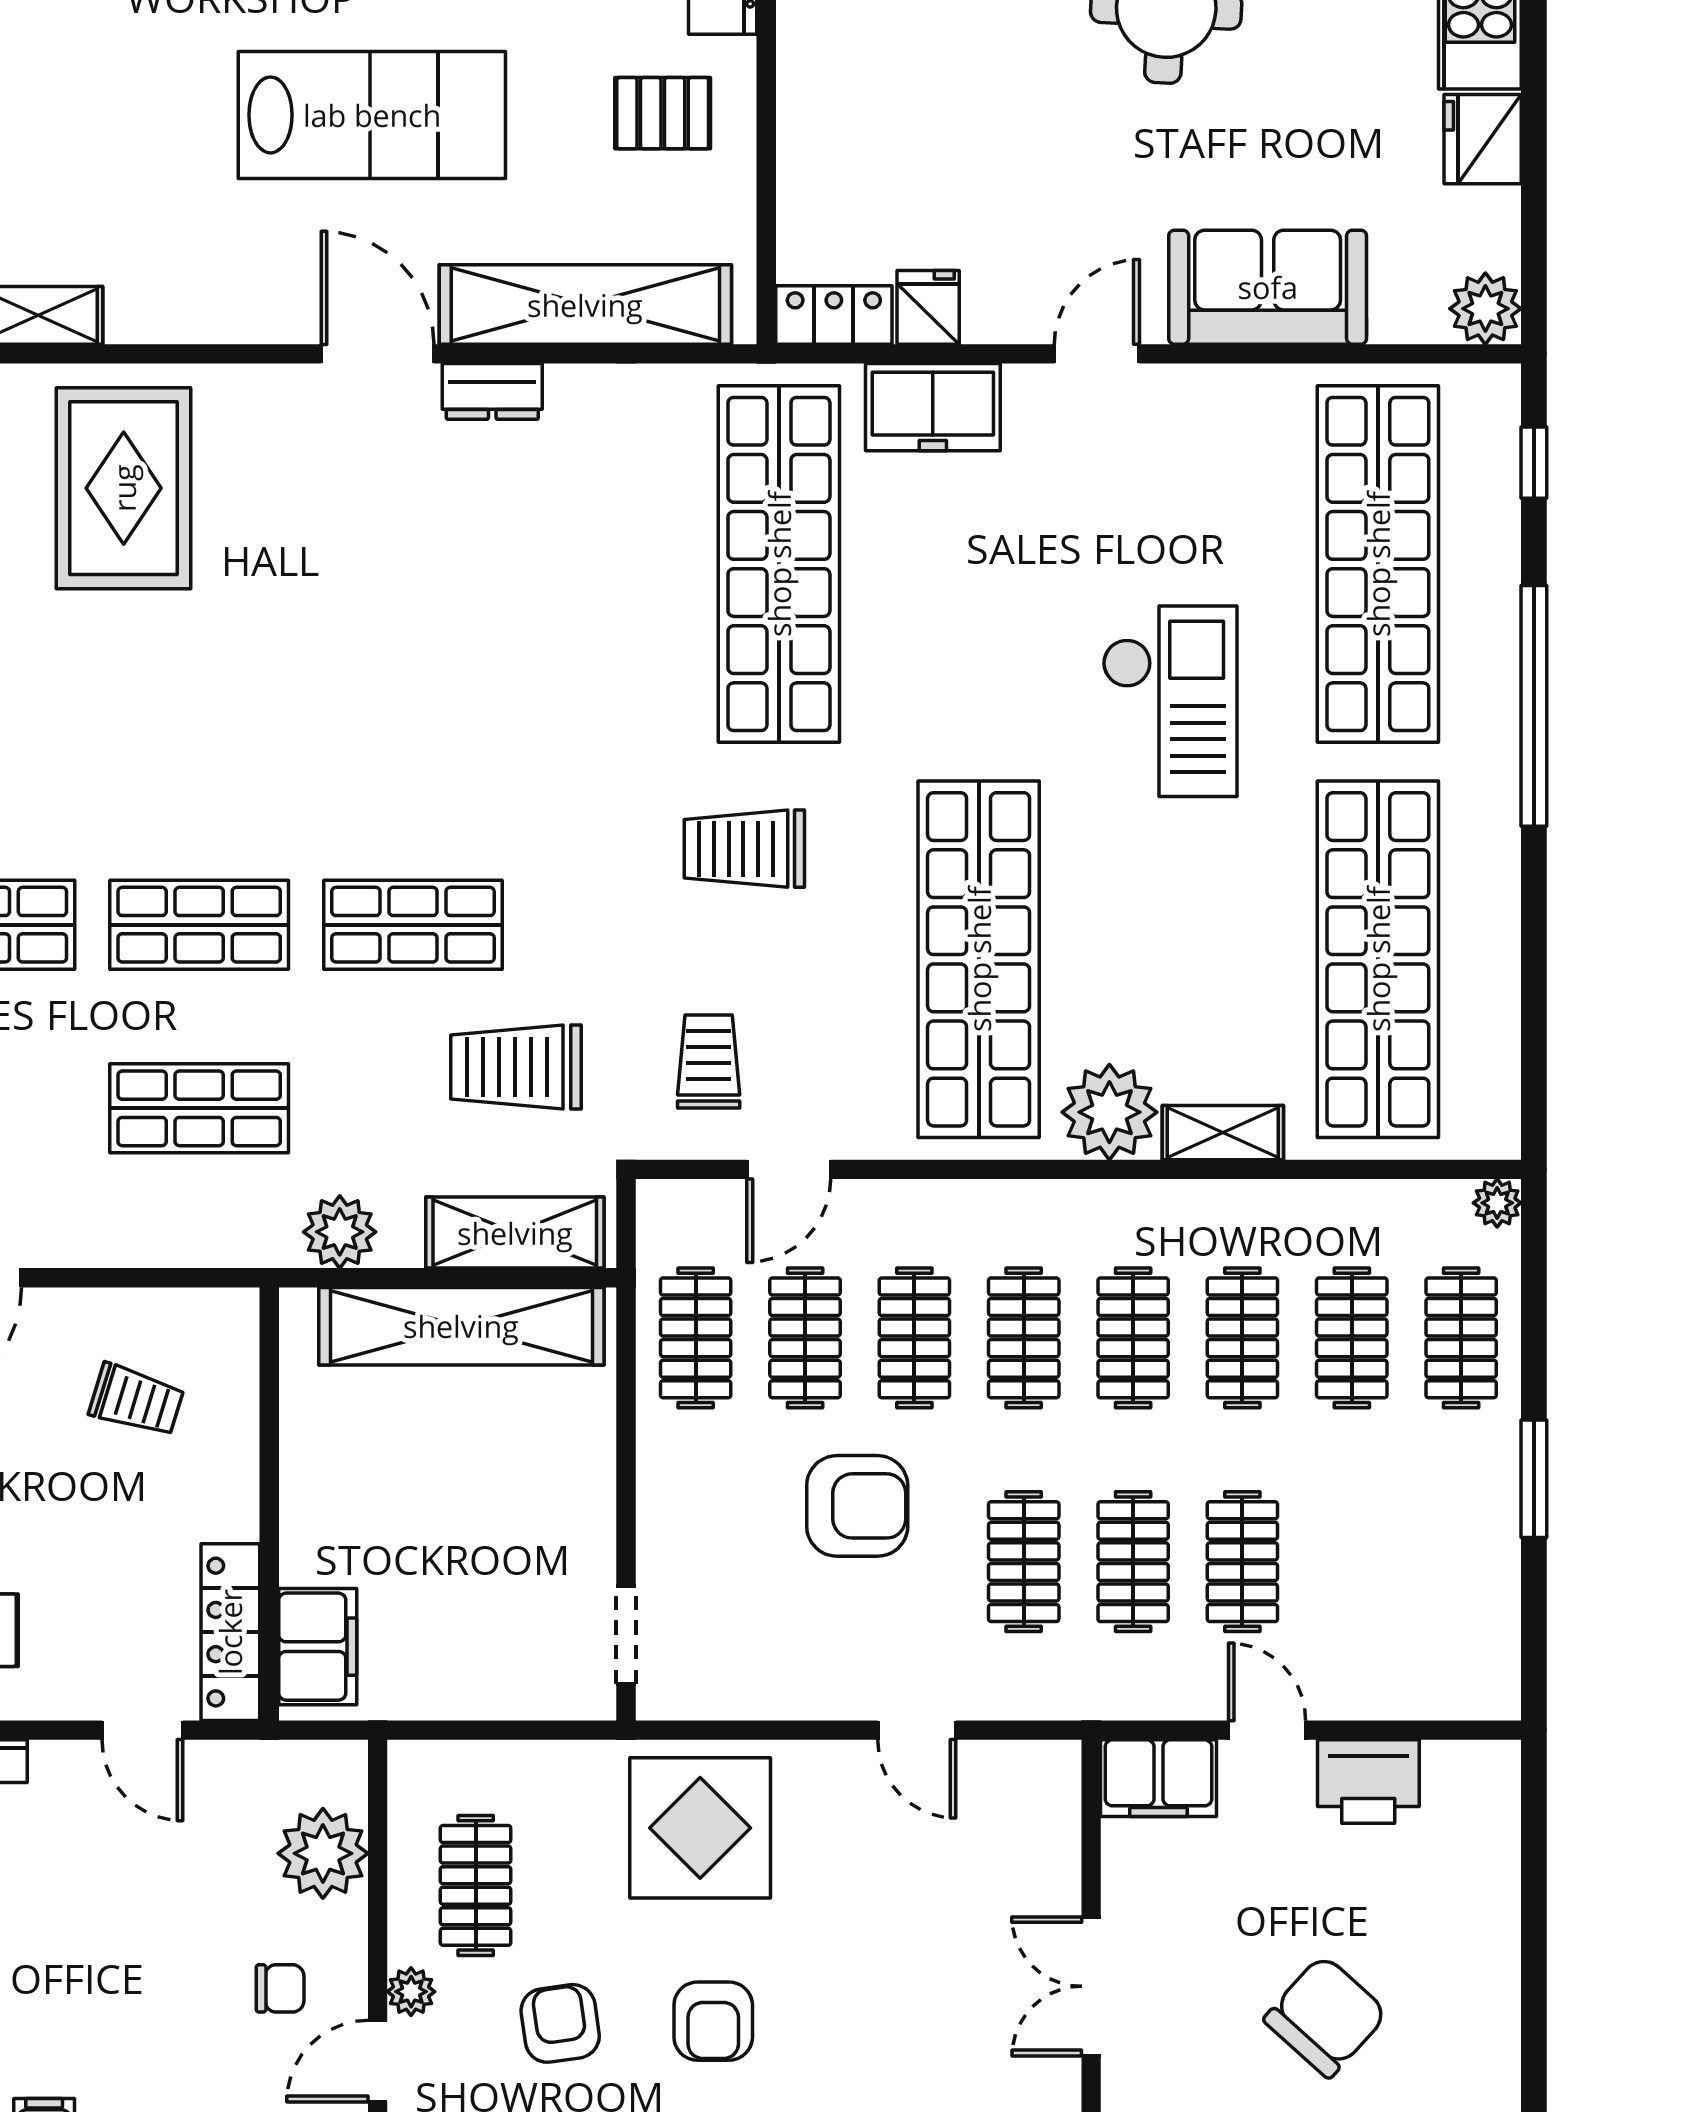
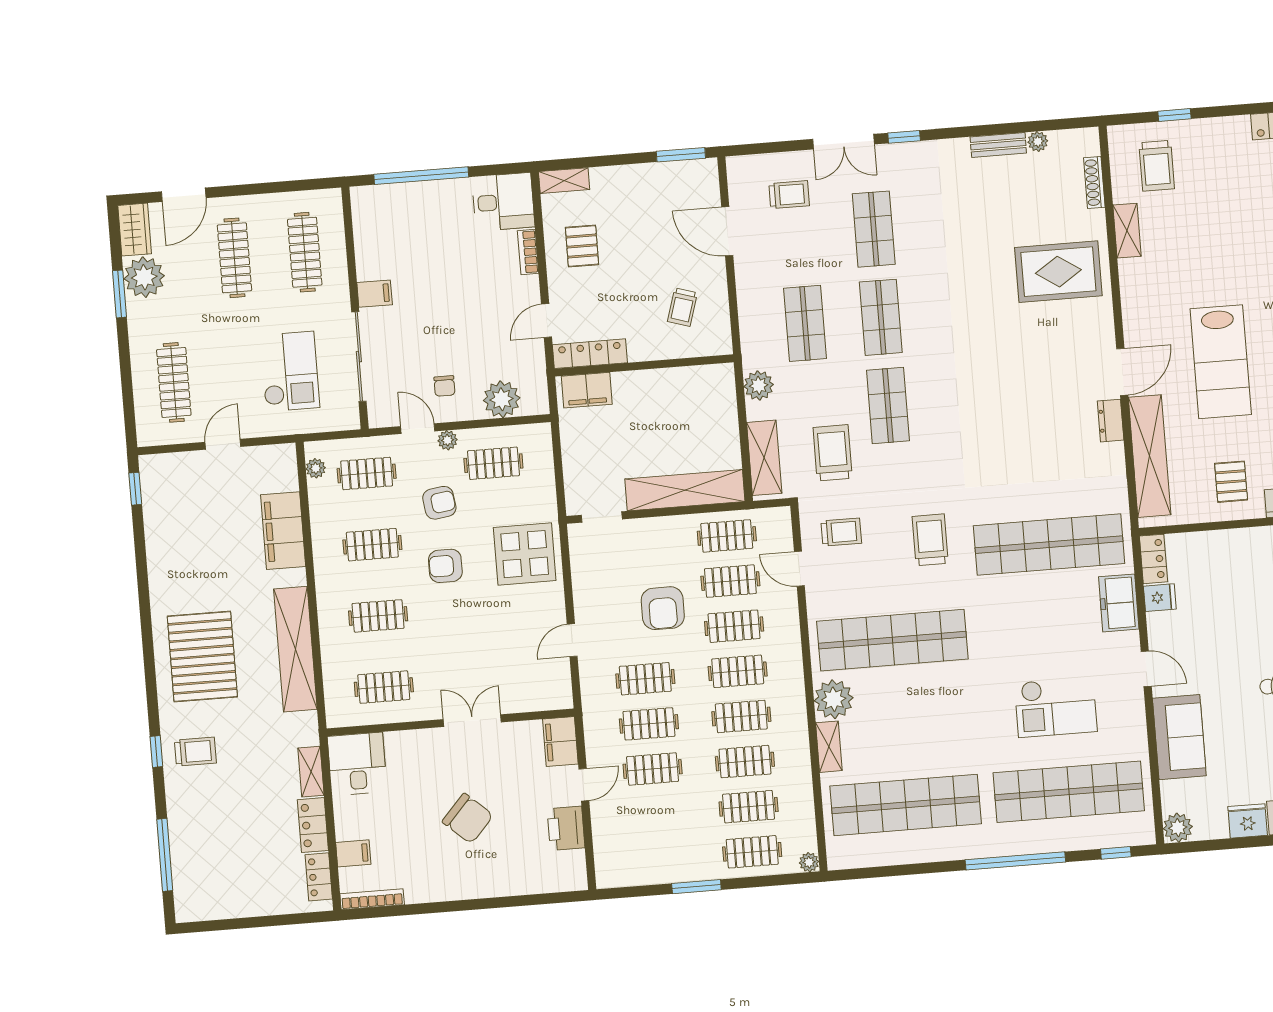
checkout: (1170, 701) -> (1056, 707), moved
shelving: (461, 1326) -> (685, 490), moved, turned 90

